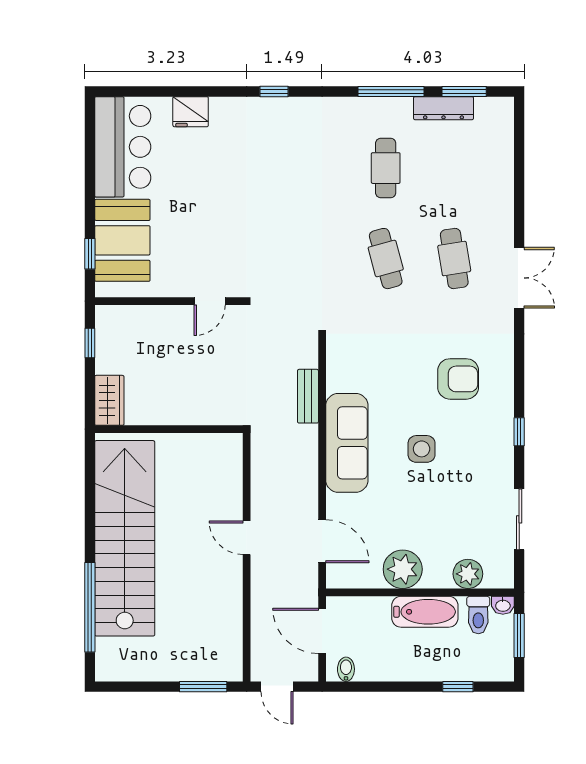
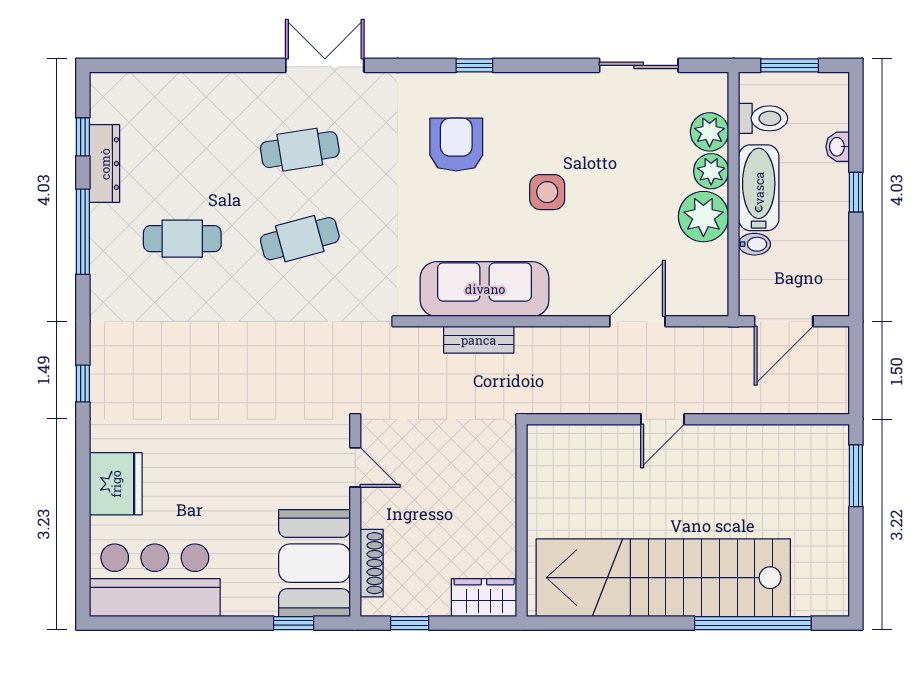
window: (464, 91) -> (83, 137), width x0.67
fridge: (191, 112) -> (116, 484), width x1.36, depth x1.34
booth: (122, 240) -> (314, 563), moved, turned 90
shoe rack: (136, 314) -> (372, 563), added
window: (519, 432) -> (474, 65), moved
sofa: (347, 443) -> (485, 289), moved
door: (322, 541) -> (637, 321), moved
plant: (438, 575) -> (711, 171), added
washbasin: (503, 605) -> (838, 147), moved, turned 180
bidet: (346, 669) -> (754, 244), moved, turned 180
door: (277, 687) -> (856, 380), removed
window: (458, 687) -> (856, 192), moved

